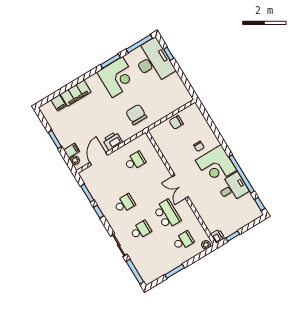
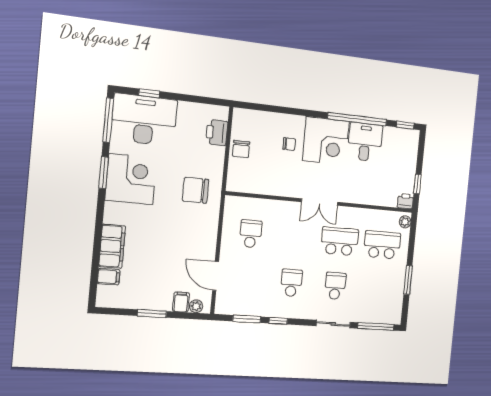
printer: (113, 141) -> (217, 133), moved
school desk: (183, 241) -> (382, 245), width x1.85

